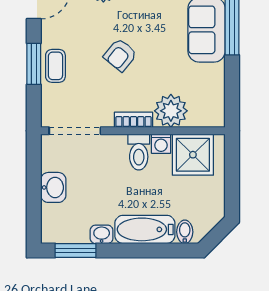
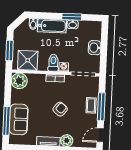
window: (34, 64) -> (101, 107), width x1.44
plant: (171, 111) -> (19, 81), moved
washing machine: (161, 144) -> (64, 67), moved
window: (232, 174) -> (9, 51), added
window: (76, 250) -> (72, 17), moved

